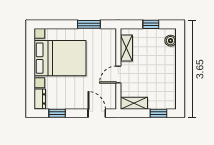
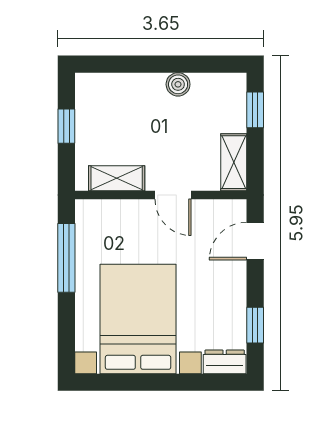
window: (89, 24) -> (66, 258), width x1.44
boiler: (171, 41) -> (178, 84), moved

